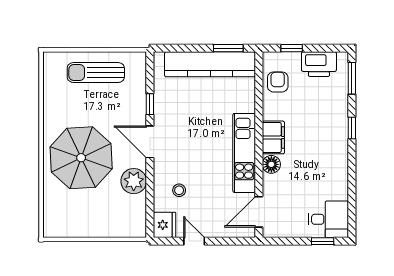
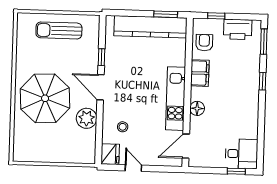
filing cabinet: (273, 137) -> (200, 73), moved

